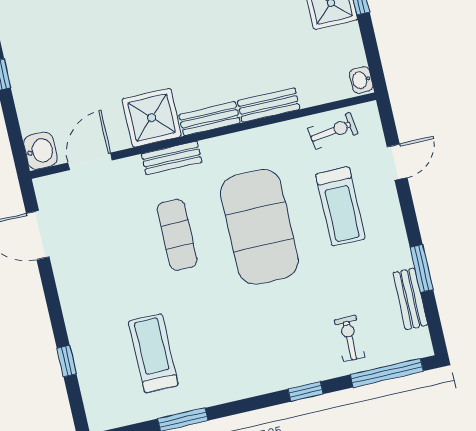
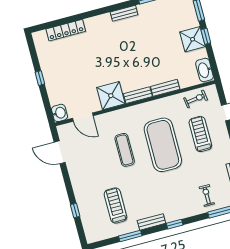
washbasin: (361, 80) -> (204, 70), width x1.91, depth x1.45
bench: (172, 158) -> (151, 222), moved
door: (90, 161) -> (83, 117), swing flipped
treadmill: (340, 206) -> (200, 134), turned 180
window: (306, 391) -> (175, 224), moved

